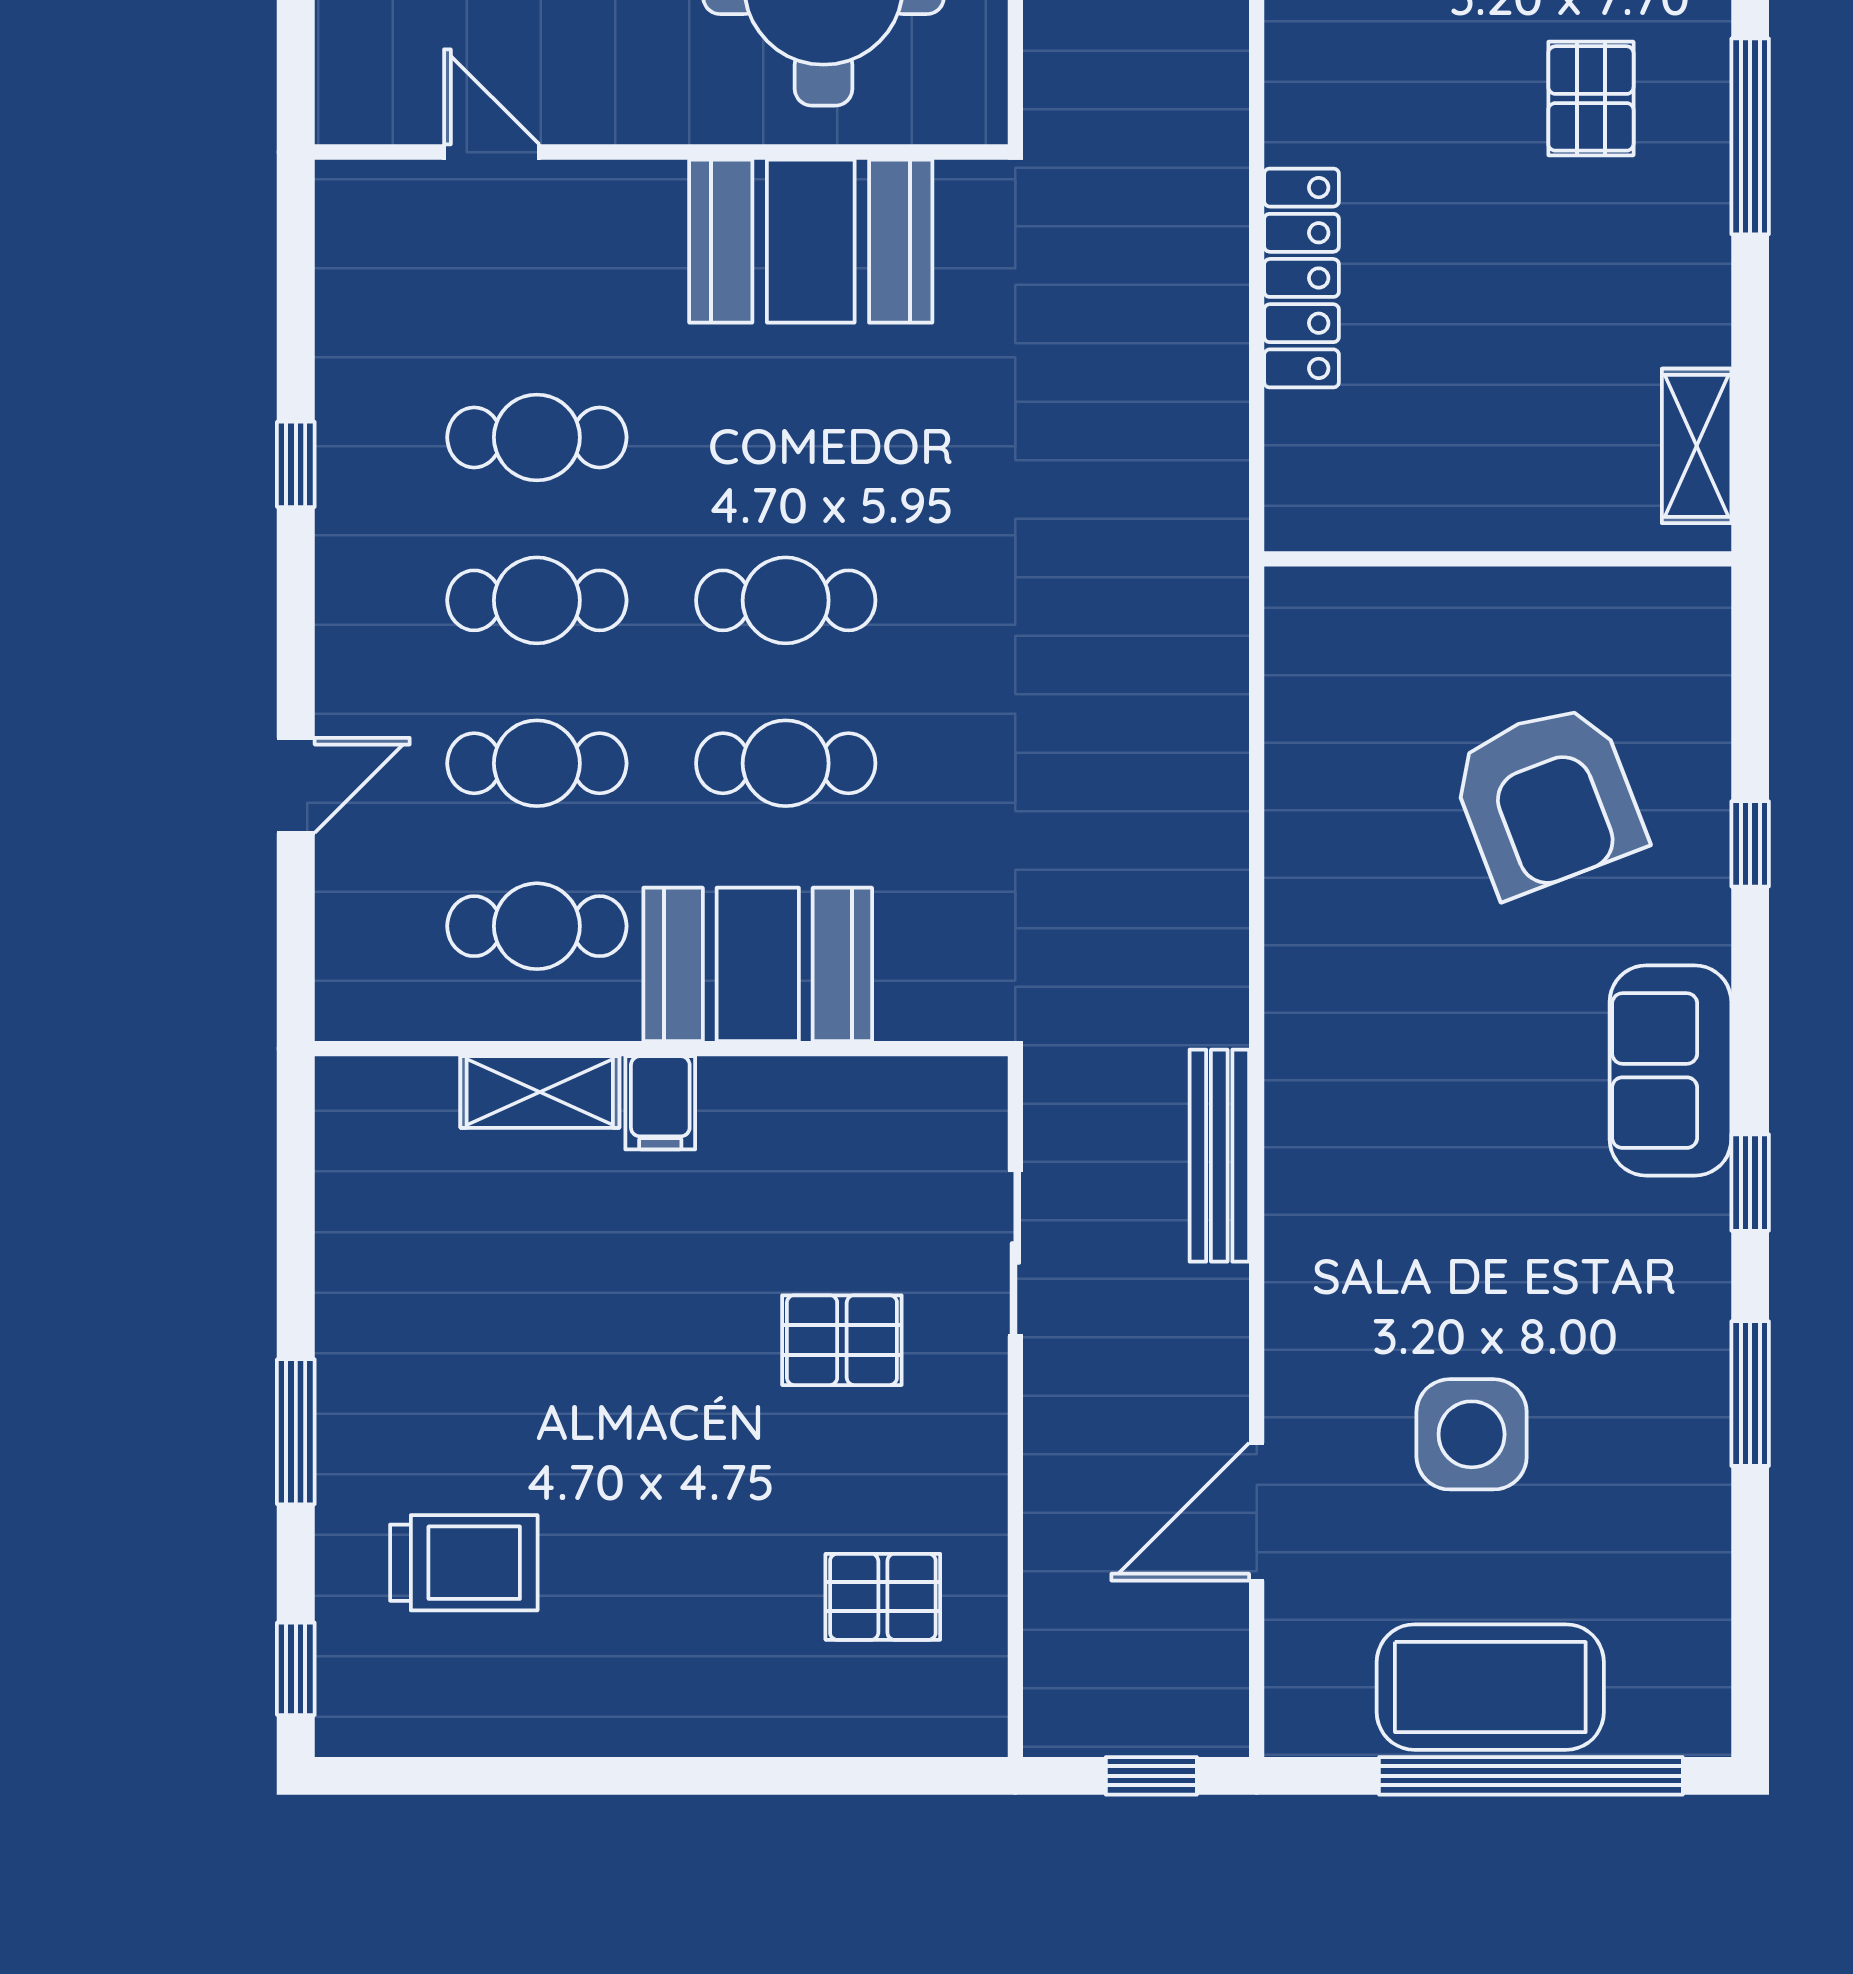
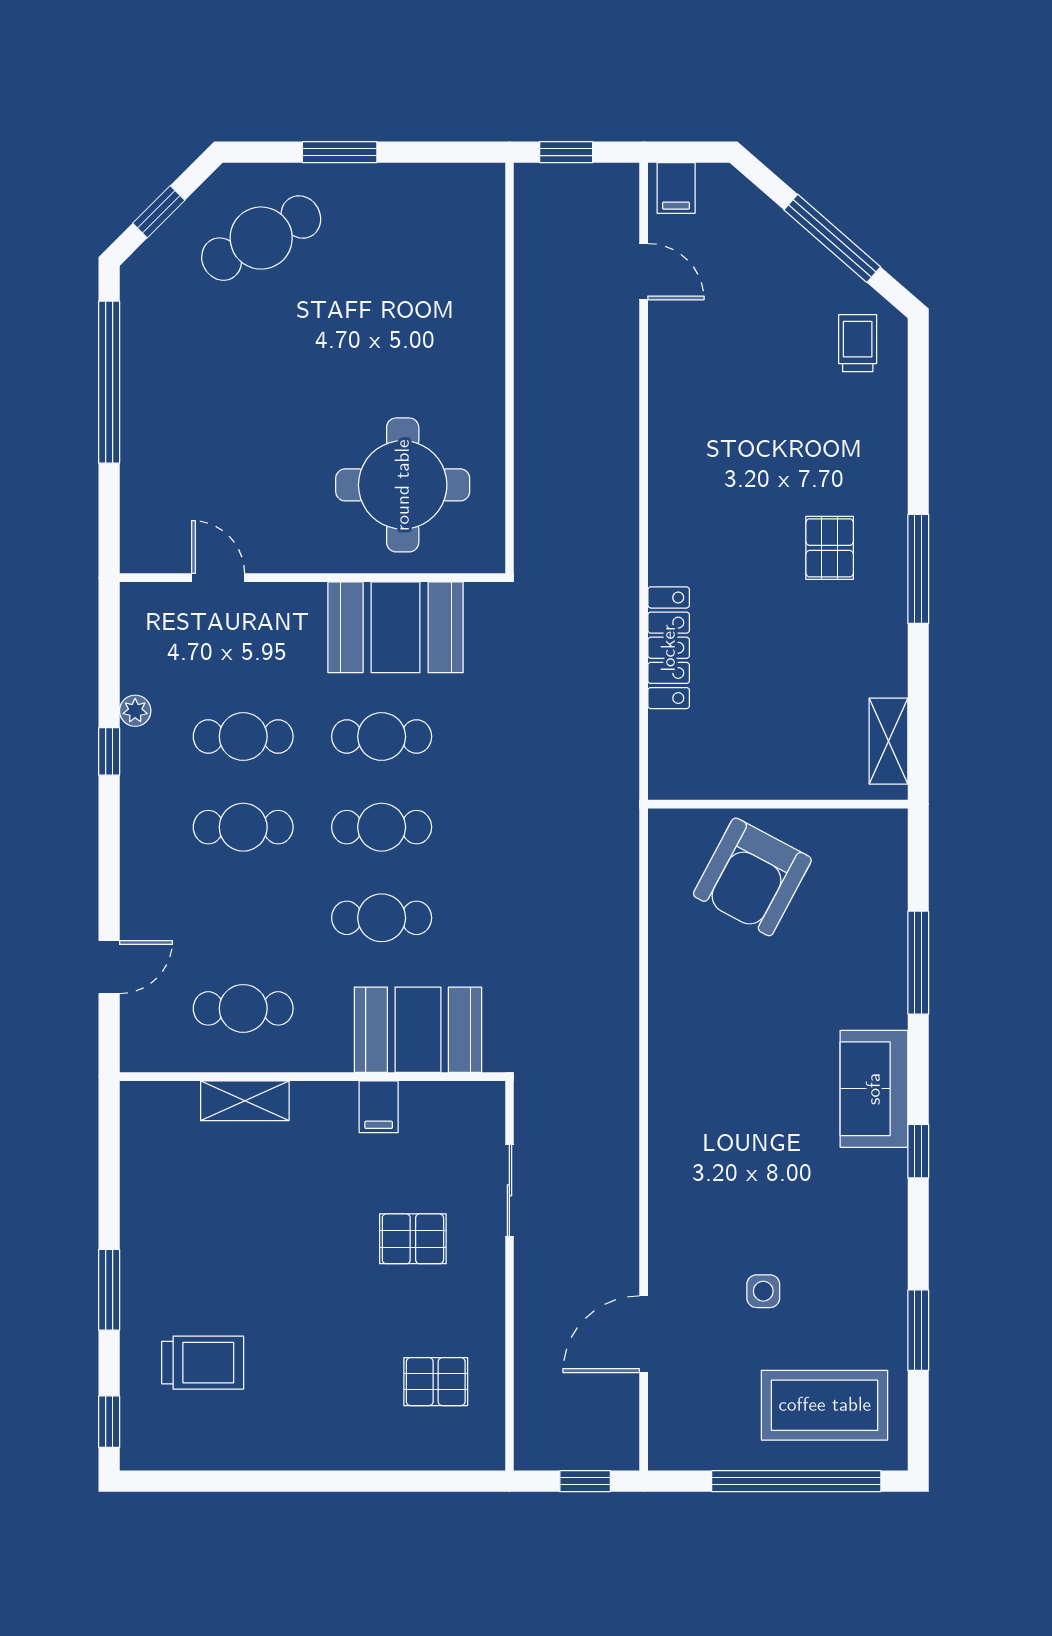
plant: (343, 391) -> (135, 711), added
cafe table: (537, 763) -> (382, 737), moved
door: (296, 785) -> (109, 967), moved
armchair: (1547, 799) -> (752, 877), moved, turned 49
window: (1750, 844) -> (918, 963), width x2.17
booth: (758, 964) -> (418, 1030), moved
filing cabinet: (660, 1103) -> (379, 1107), moved
bench: (1219, 1156) -> (623, 1136), removed
window: (1750, 1394) -> (918, 1330), moved
side table: (1472, 1434) -> (763, 1291), width x0.54, depth x0.54
coffee table: (1490, 1687) -> (825, 1405), moved

